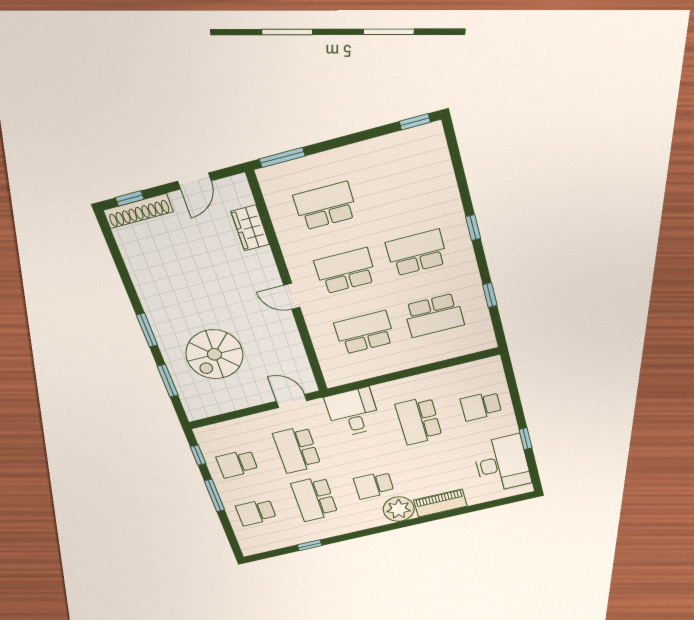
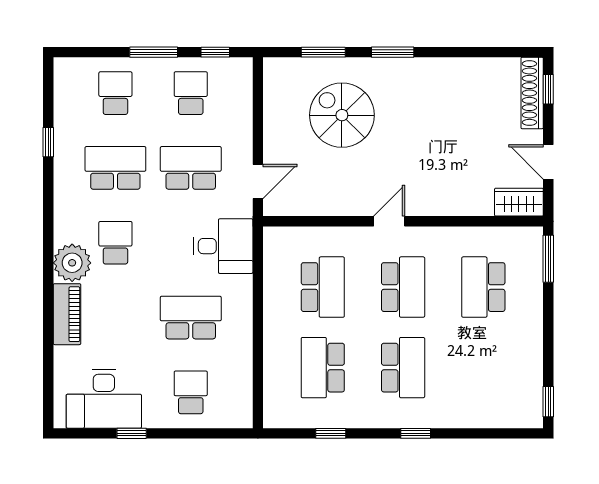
school desk: (325, 206) -> (483, 287), turned 180
wardrobe: (250, 228) -> (519, 202), moved

